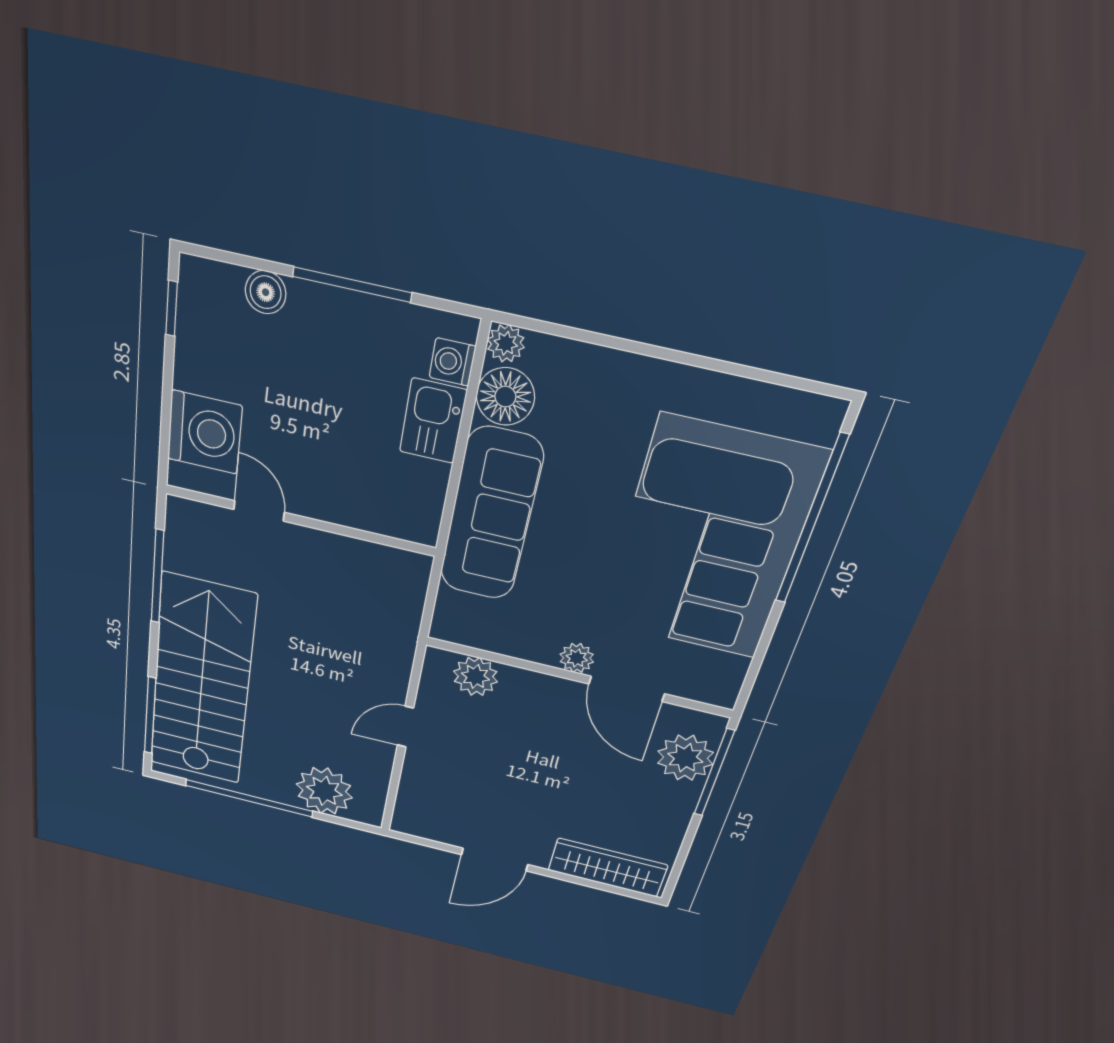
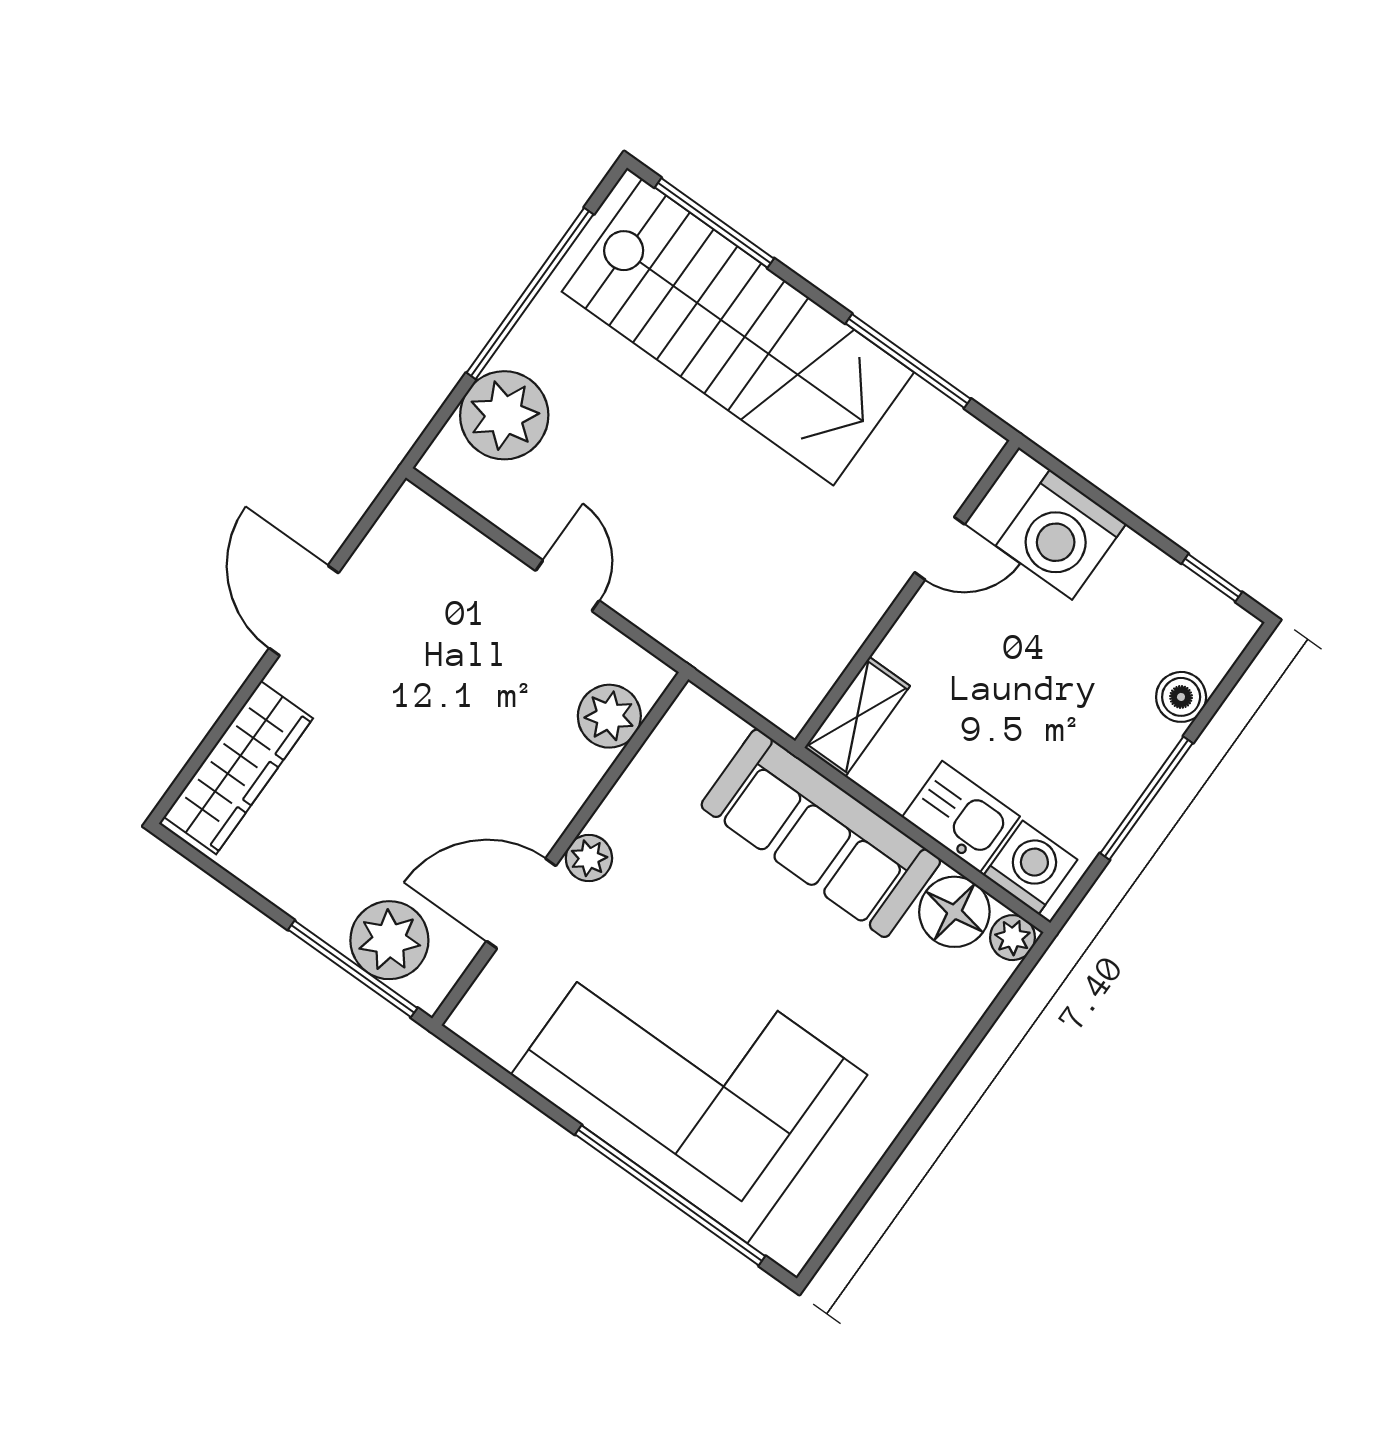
washing machine: (452, 362) -> (1030, 868), width x1.38, depth x1.38
shelving: (398, 521) -> (857, 717), added

